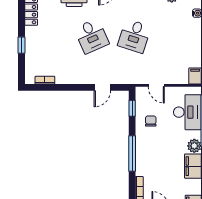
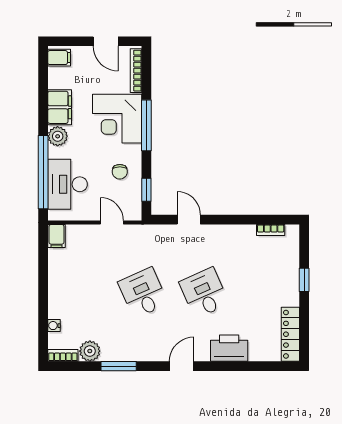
desk: (134, 36) -> (143, 293), turned -42
door: (102, 87) -> (189, 220), hinge flipped
corner desk: (153, 158) -> (117, 119), added

